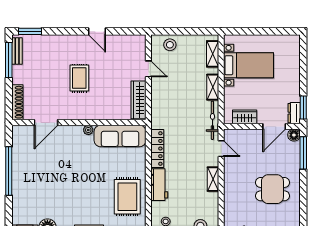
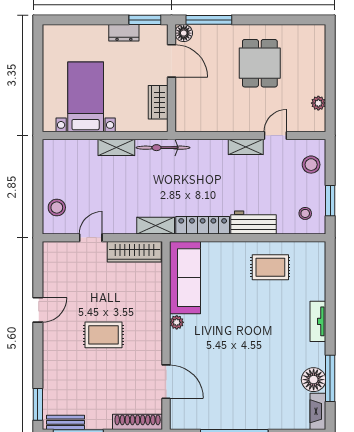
shelving: (213, 54) -> (156, 226), moved
dresser: (294, 113) -> (124, 33), moved
door: (221, 149) -> (275, 136), moved
rug: (127, 197) -> (270, 267), width x0.73, depth x0.70

